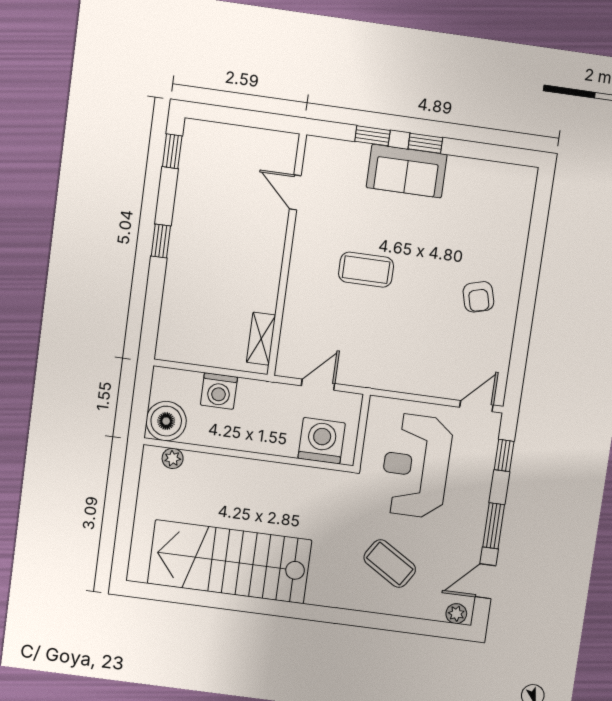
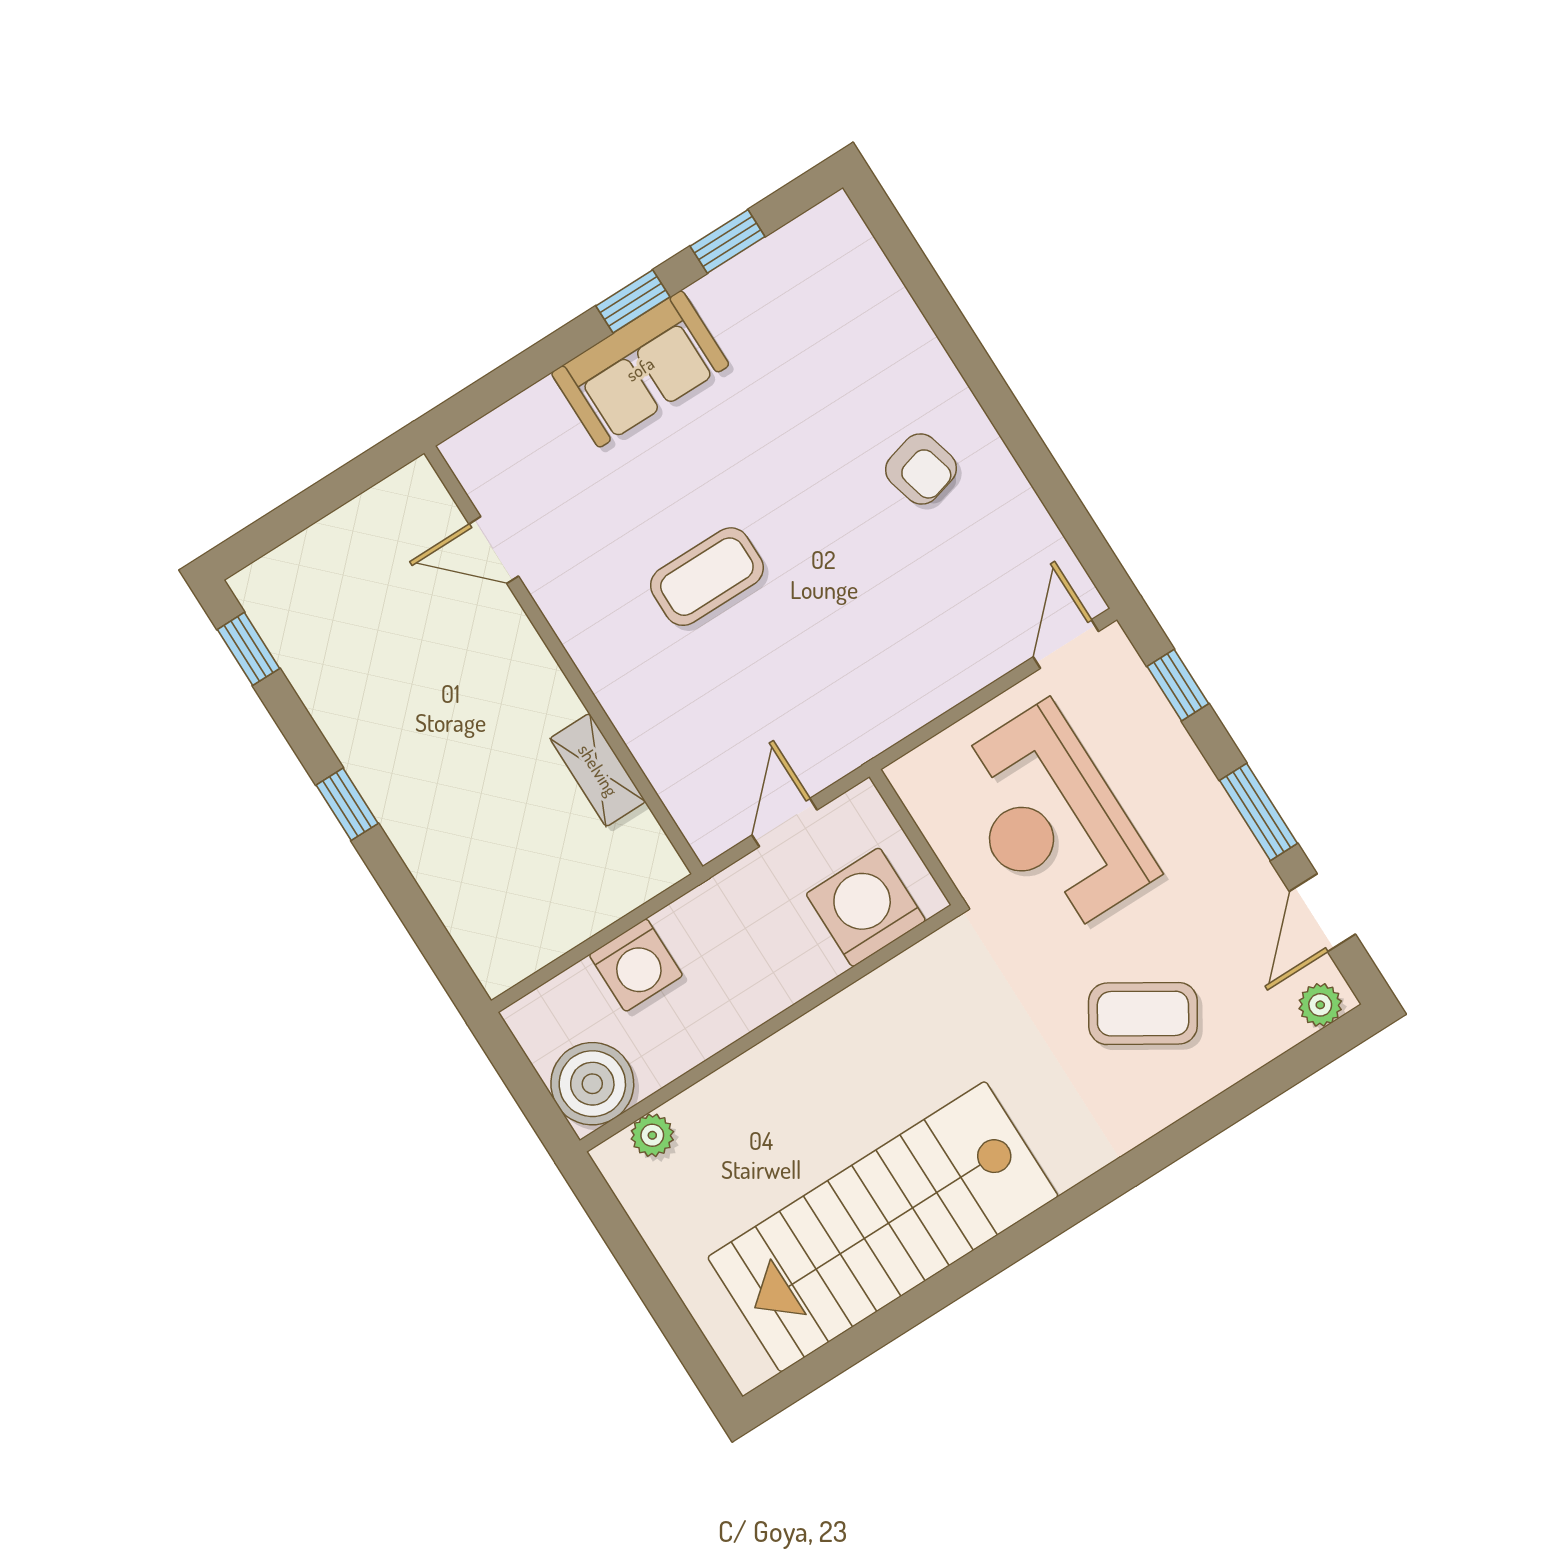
window: (372, 136) -> (728, 241), moved
shelving: (261, 339) -> (598, 770), moved

